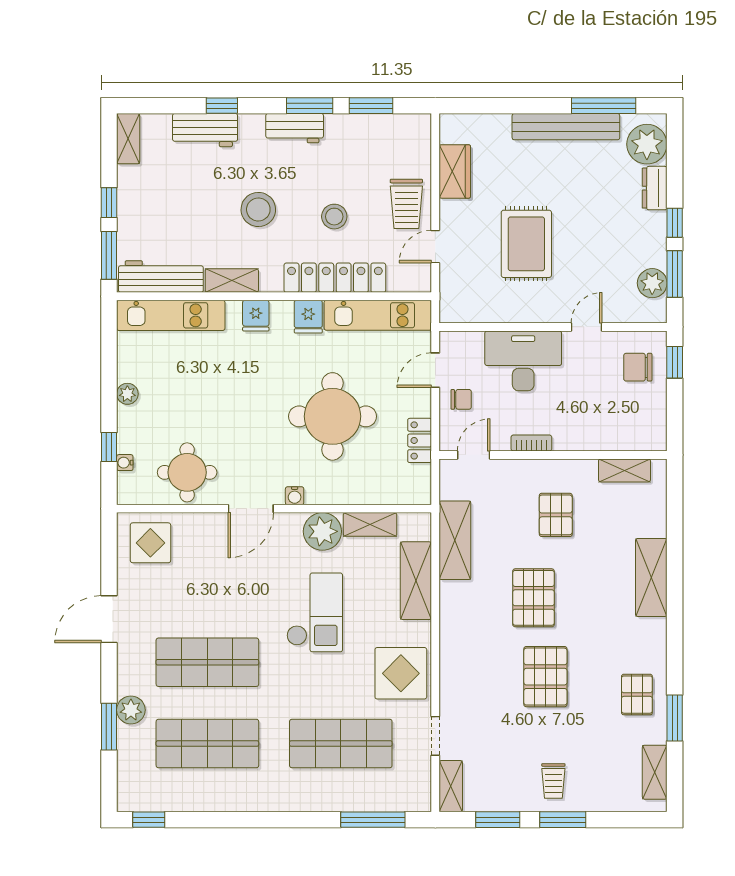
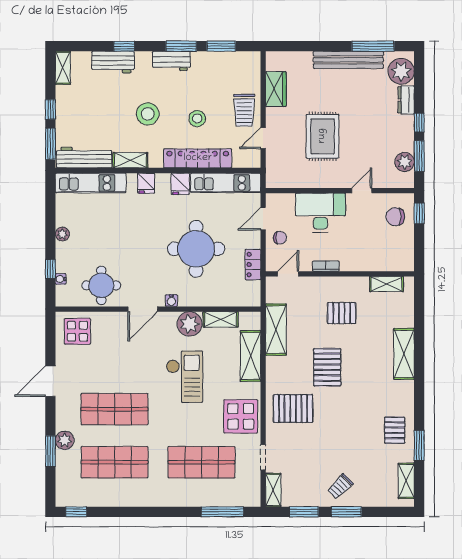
pallet: (556, 515) -> (342, 313), turned 90
pallet: (545, 677) -> (293, 409), moved, turned 90
trolley: (553, 781) -> (340, 487), turned 45

